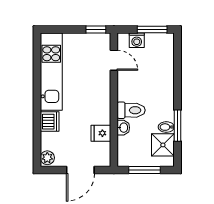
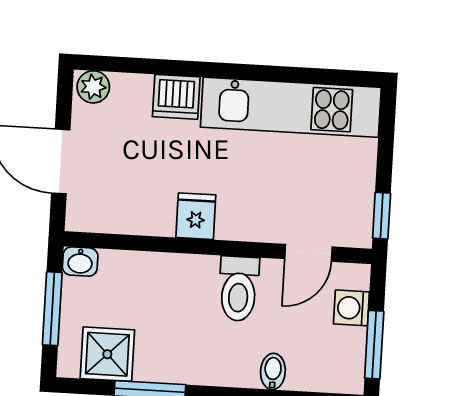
toilet: (131, 110) -> (239, 289), moved
bidet: (166, 127) -> (273, 371), moved
washbasin: (123, 128) -> (80, 262), moved
fridge: (101, 133) -> (196, 216), moved

